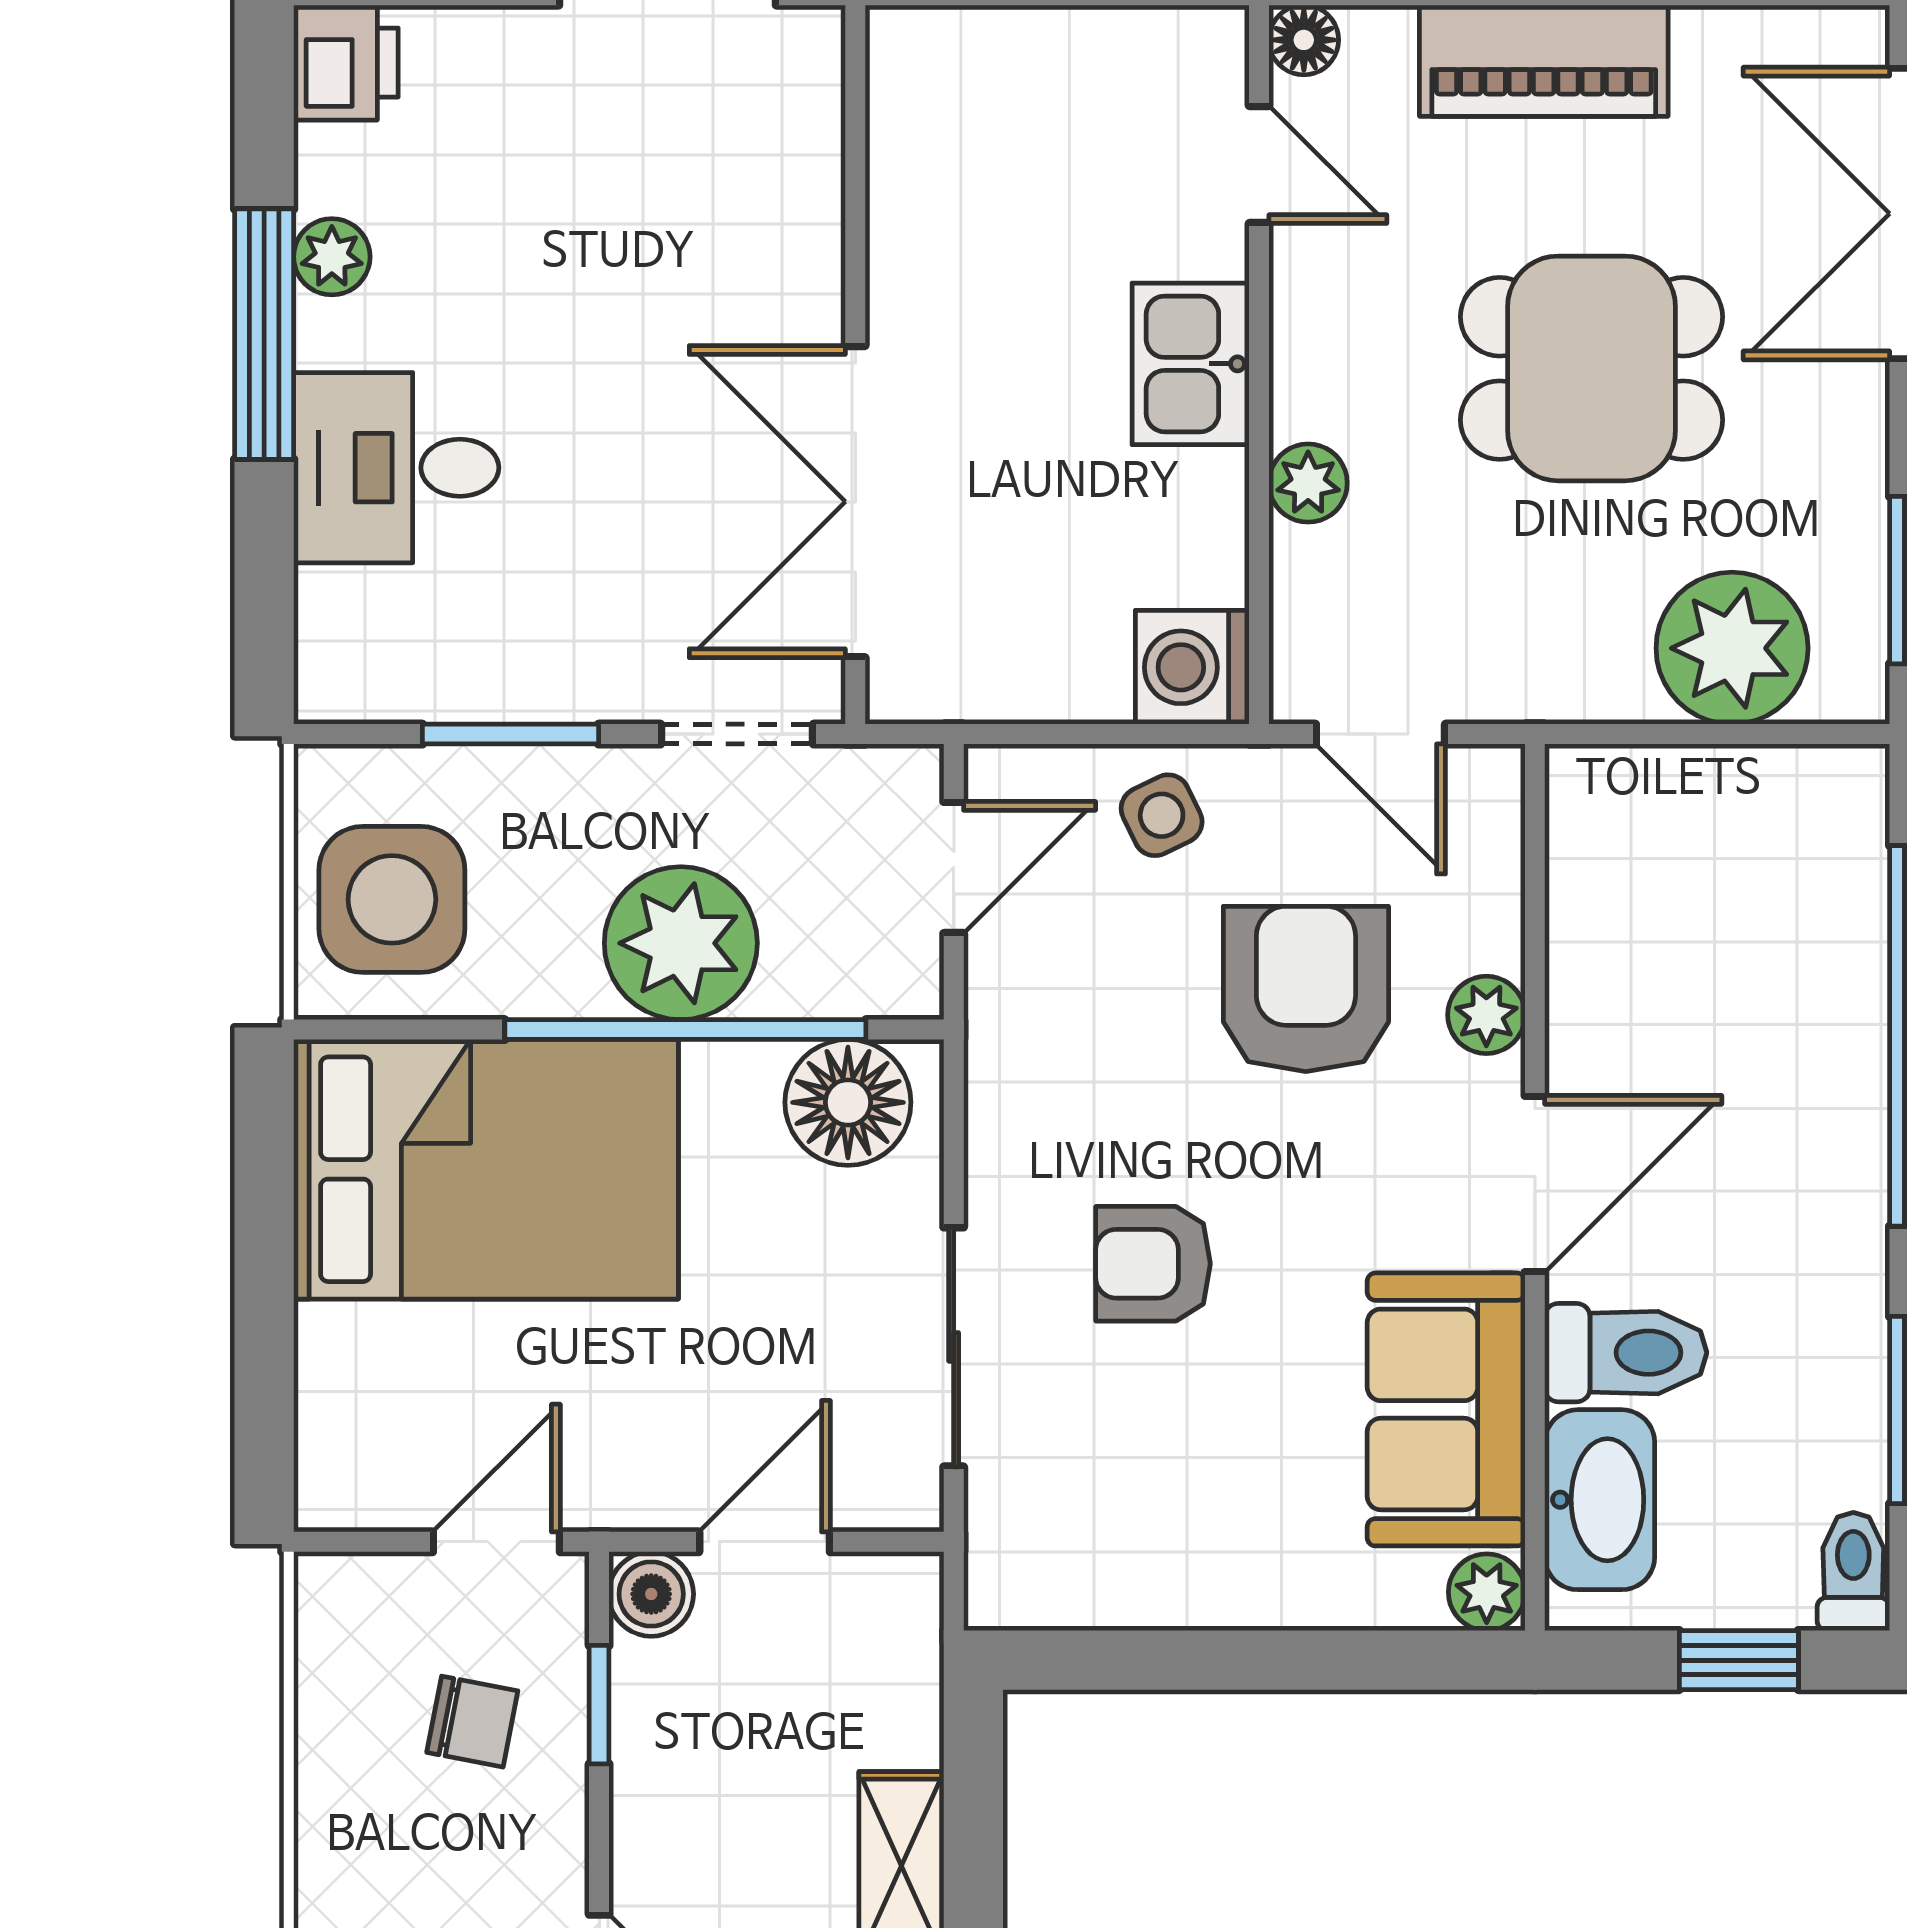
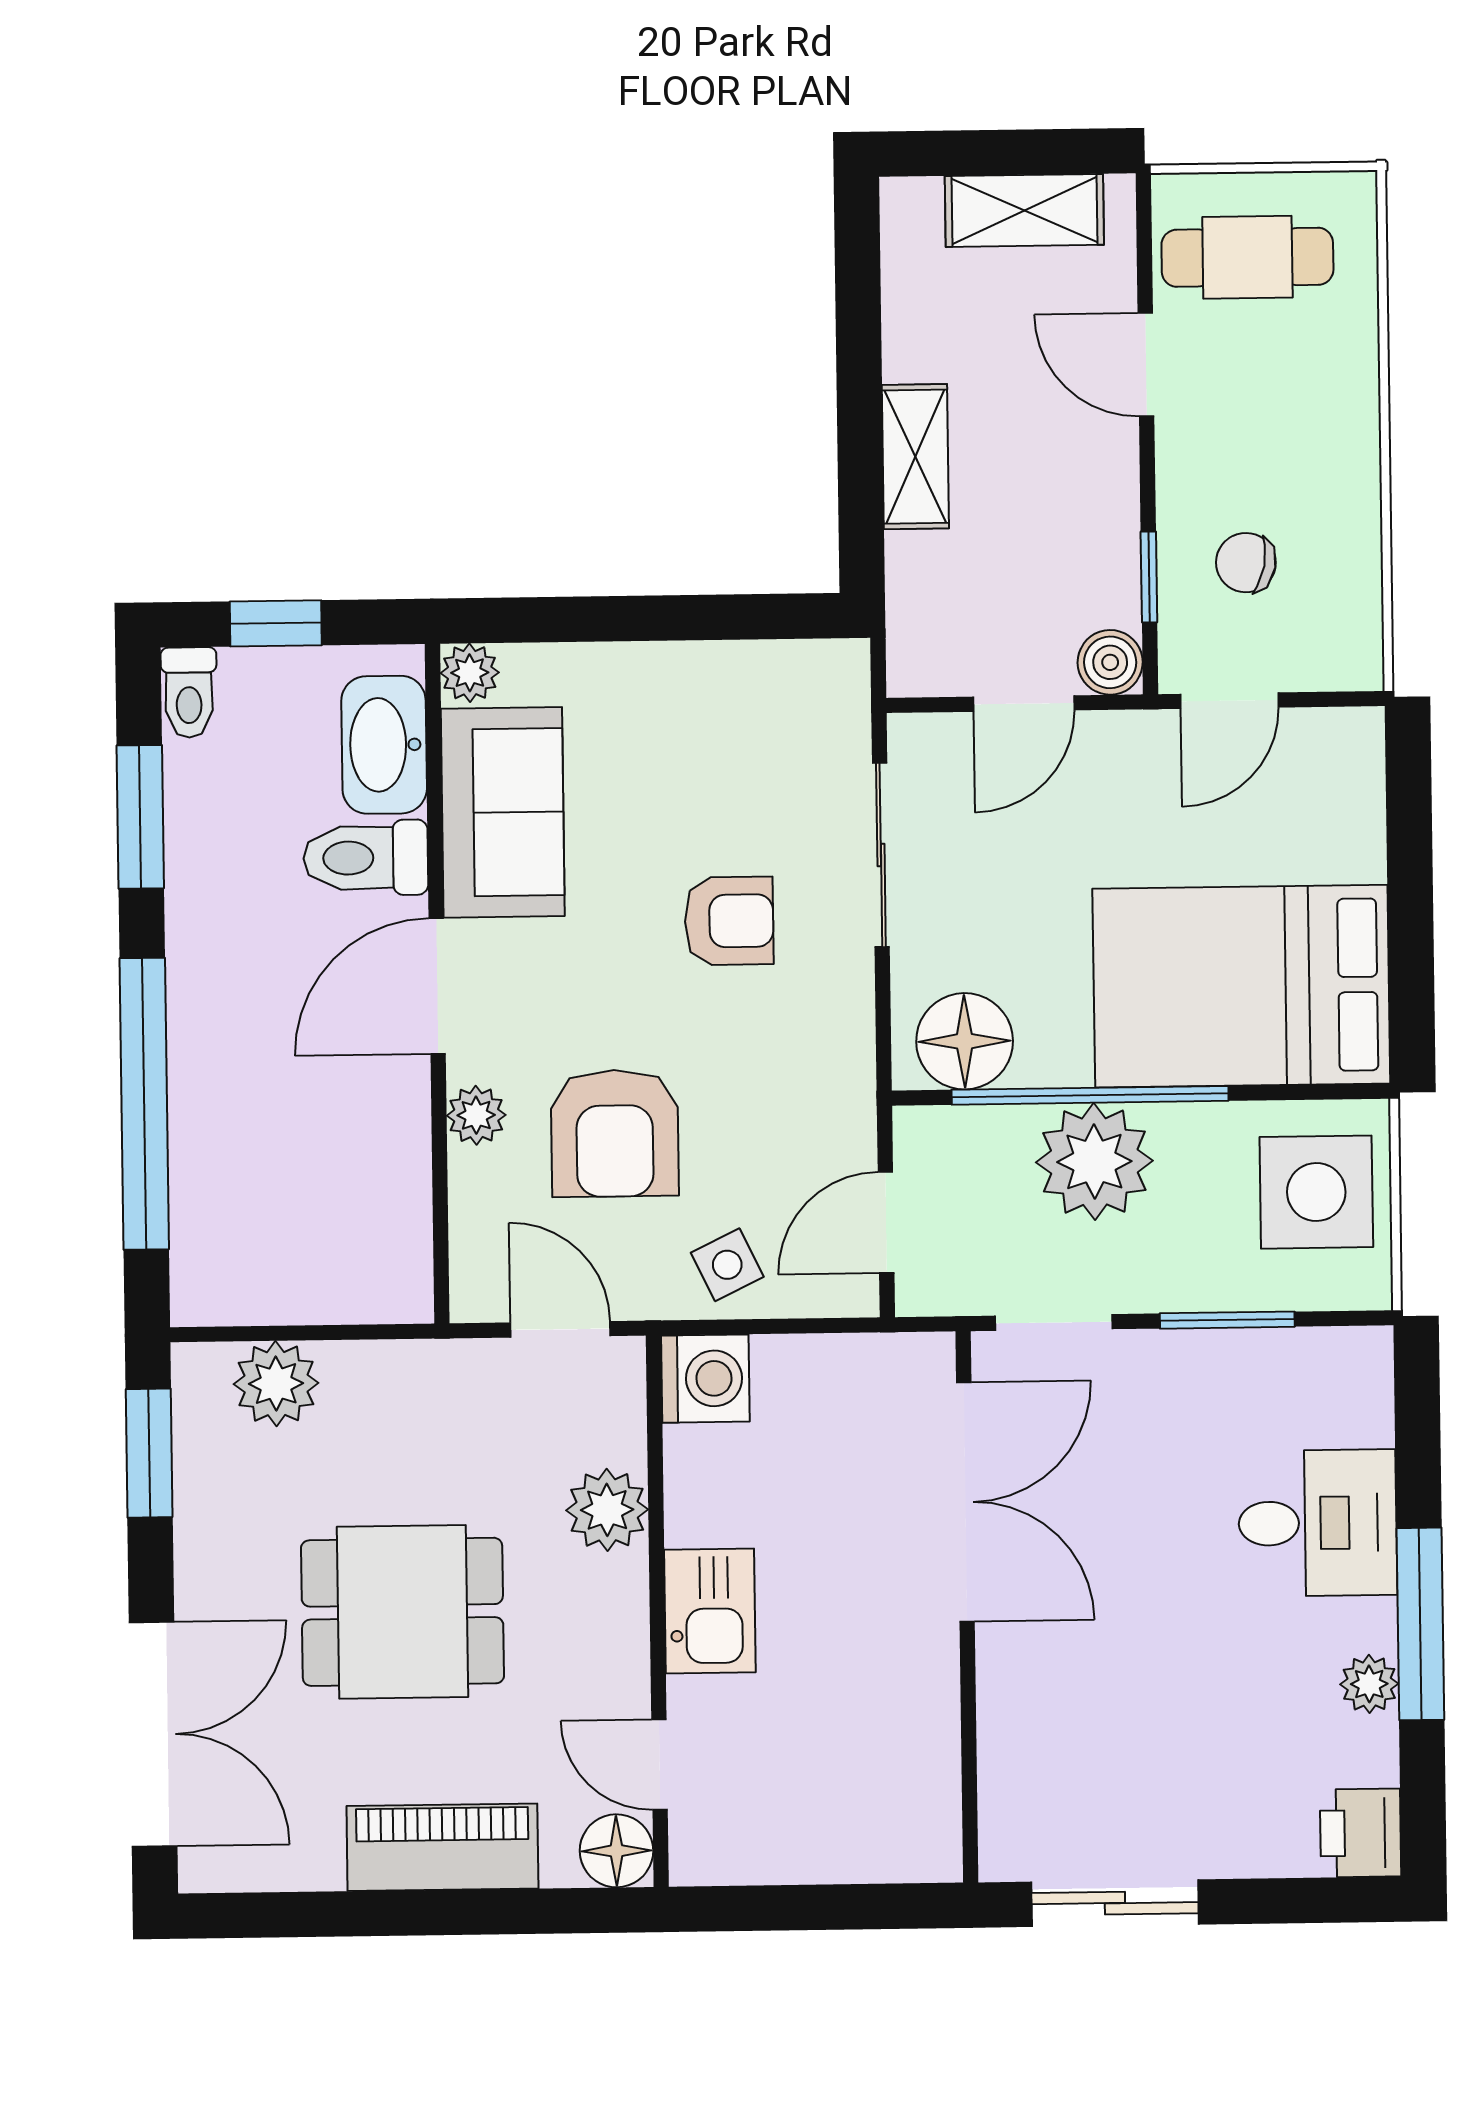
floor lamp: (1304, 40) -> (616, 1851), width x1.37, depth x1.37
plant: (1308, 483) -> (607, 1510), width x1.38, depth x1.38
plant: (1732, 648) -> (276, 1384), width x0.73, depth x0.73

